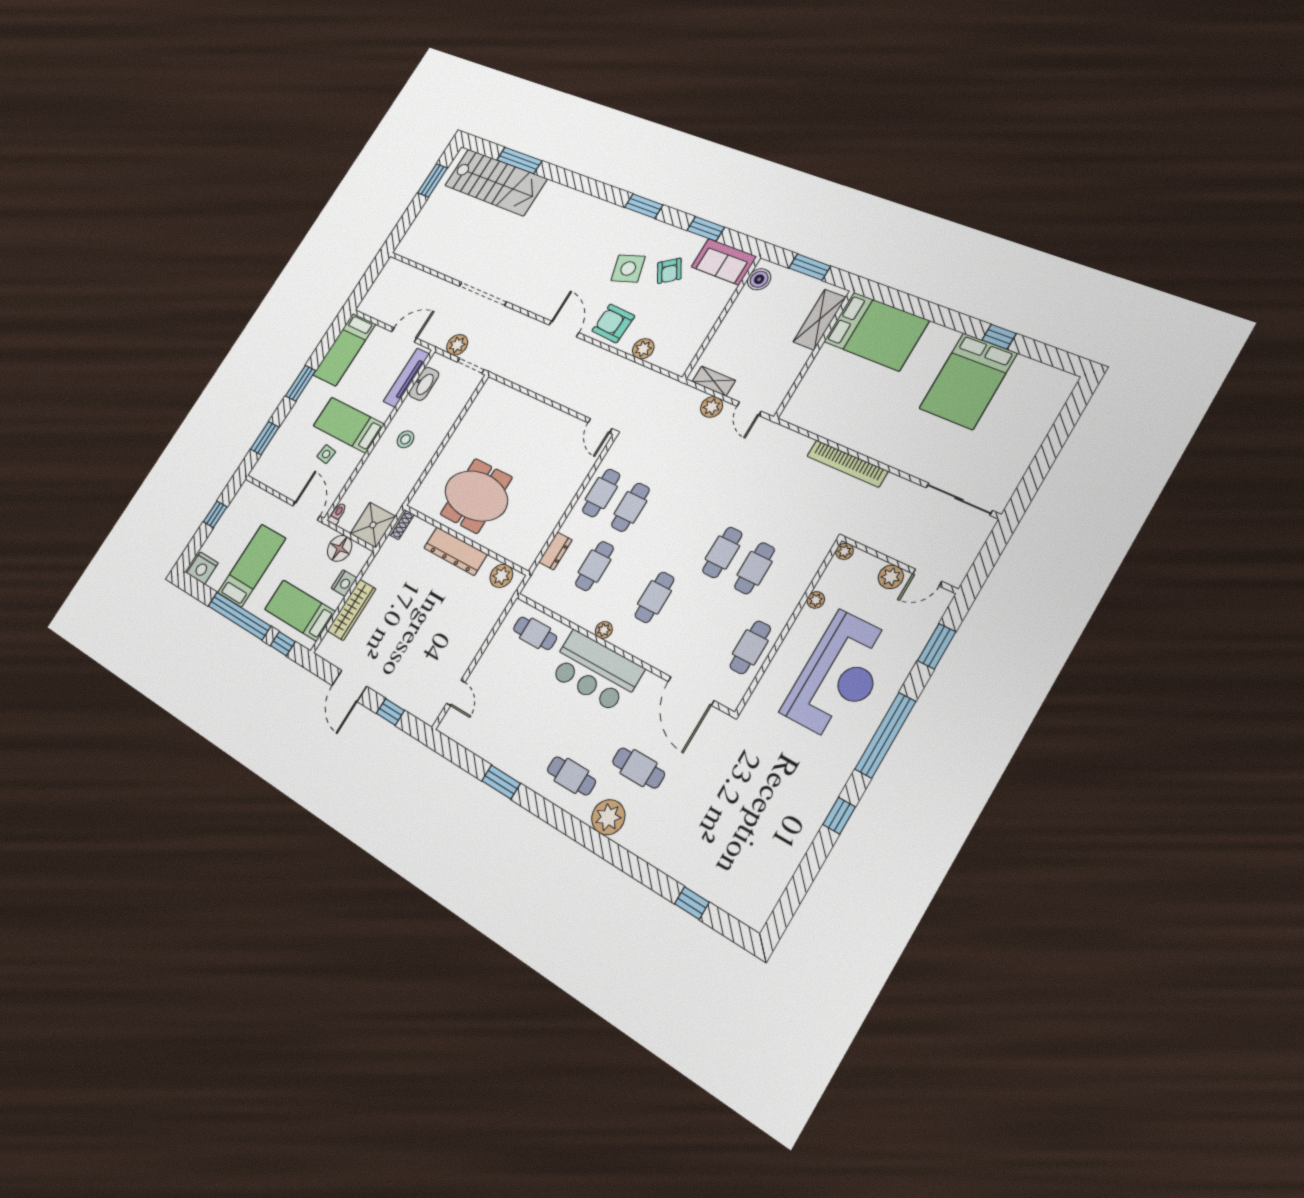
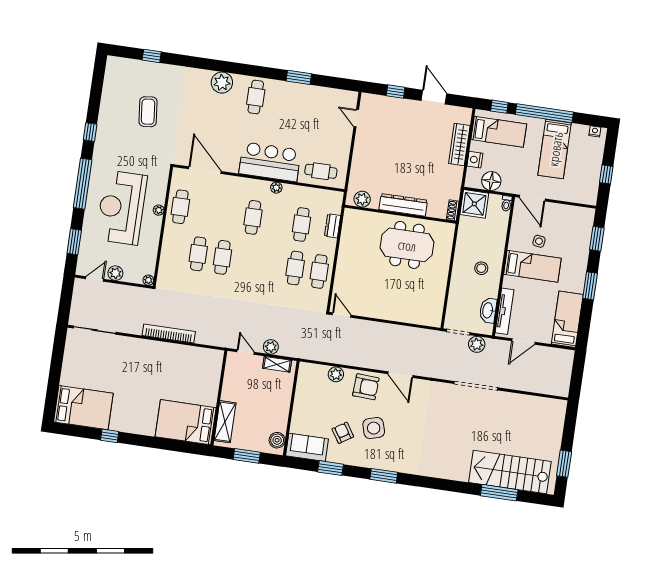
bed: (968, 381) -> (83, 408), moved, turned 90
nightstand: (202, 568) -> (595, 131), width x0.53, depth x0.56
plant: (816, 600) -> (159, 210), moved
cafe table: (638, 768) -> (217, 116), removed
cafe table: (571, 776) -> (256, 97), turned 90
coffee table: (735, 814) -> (148, 112), added

